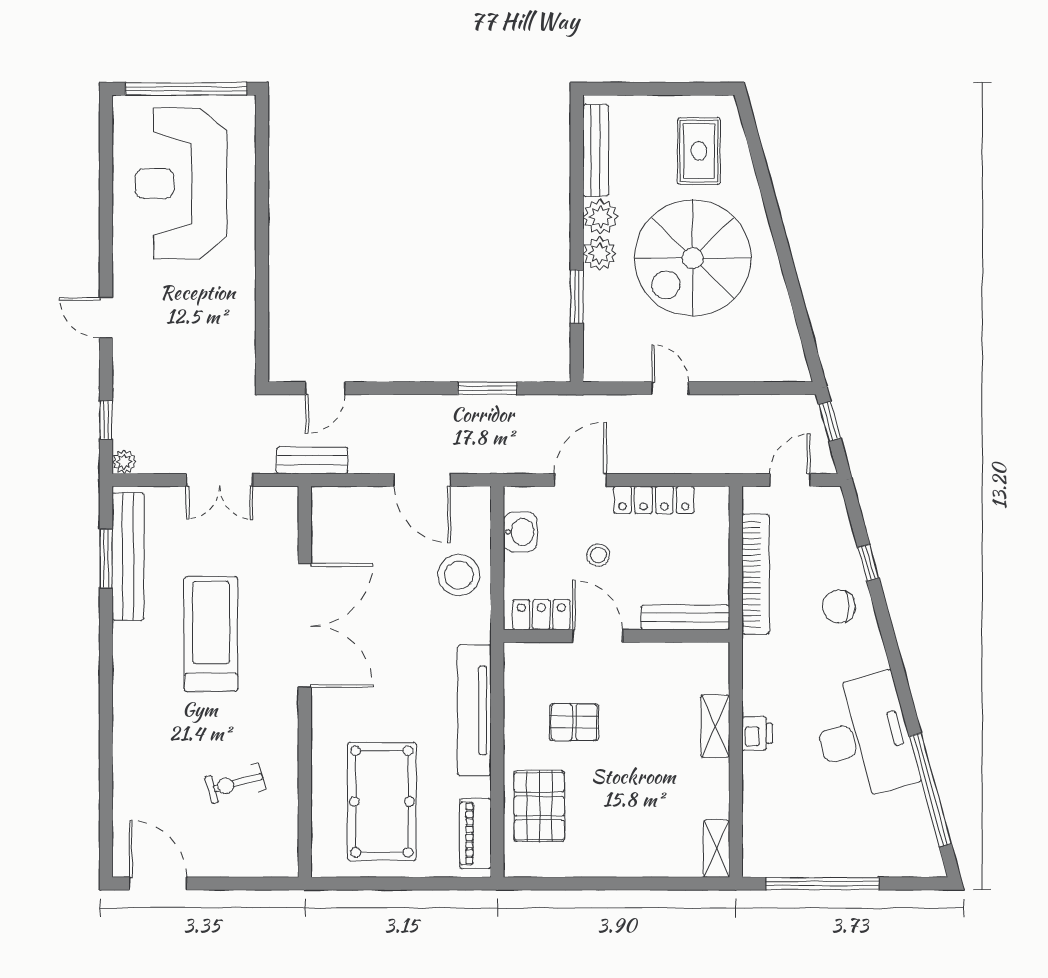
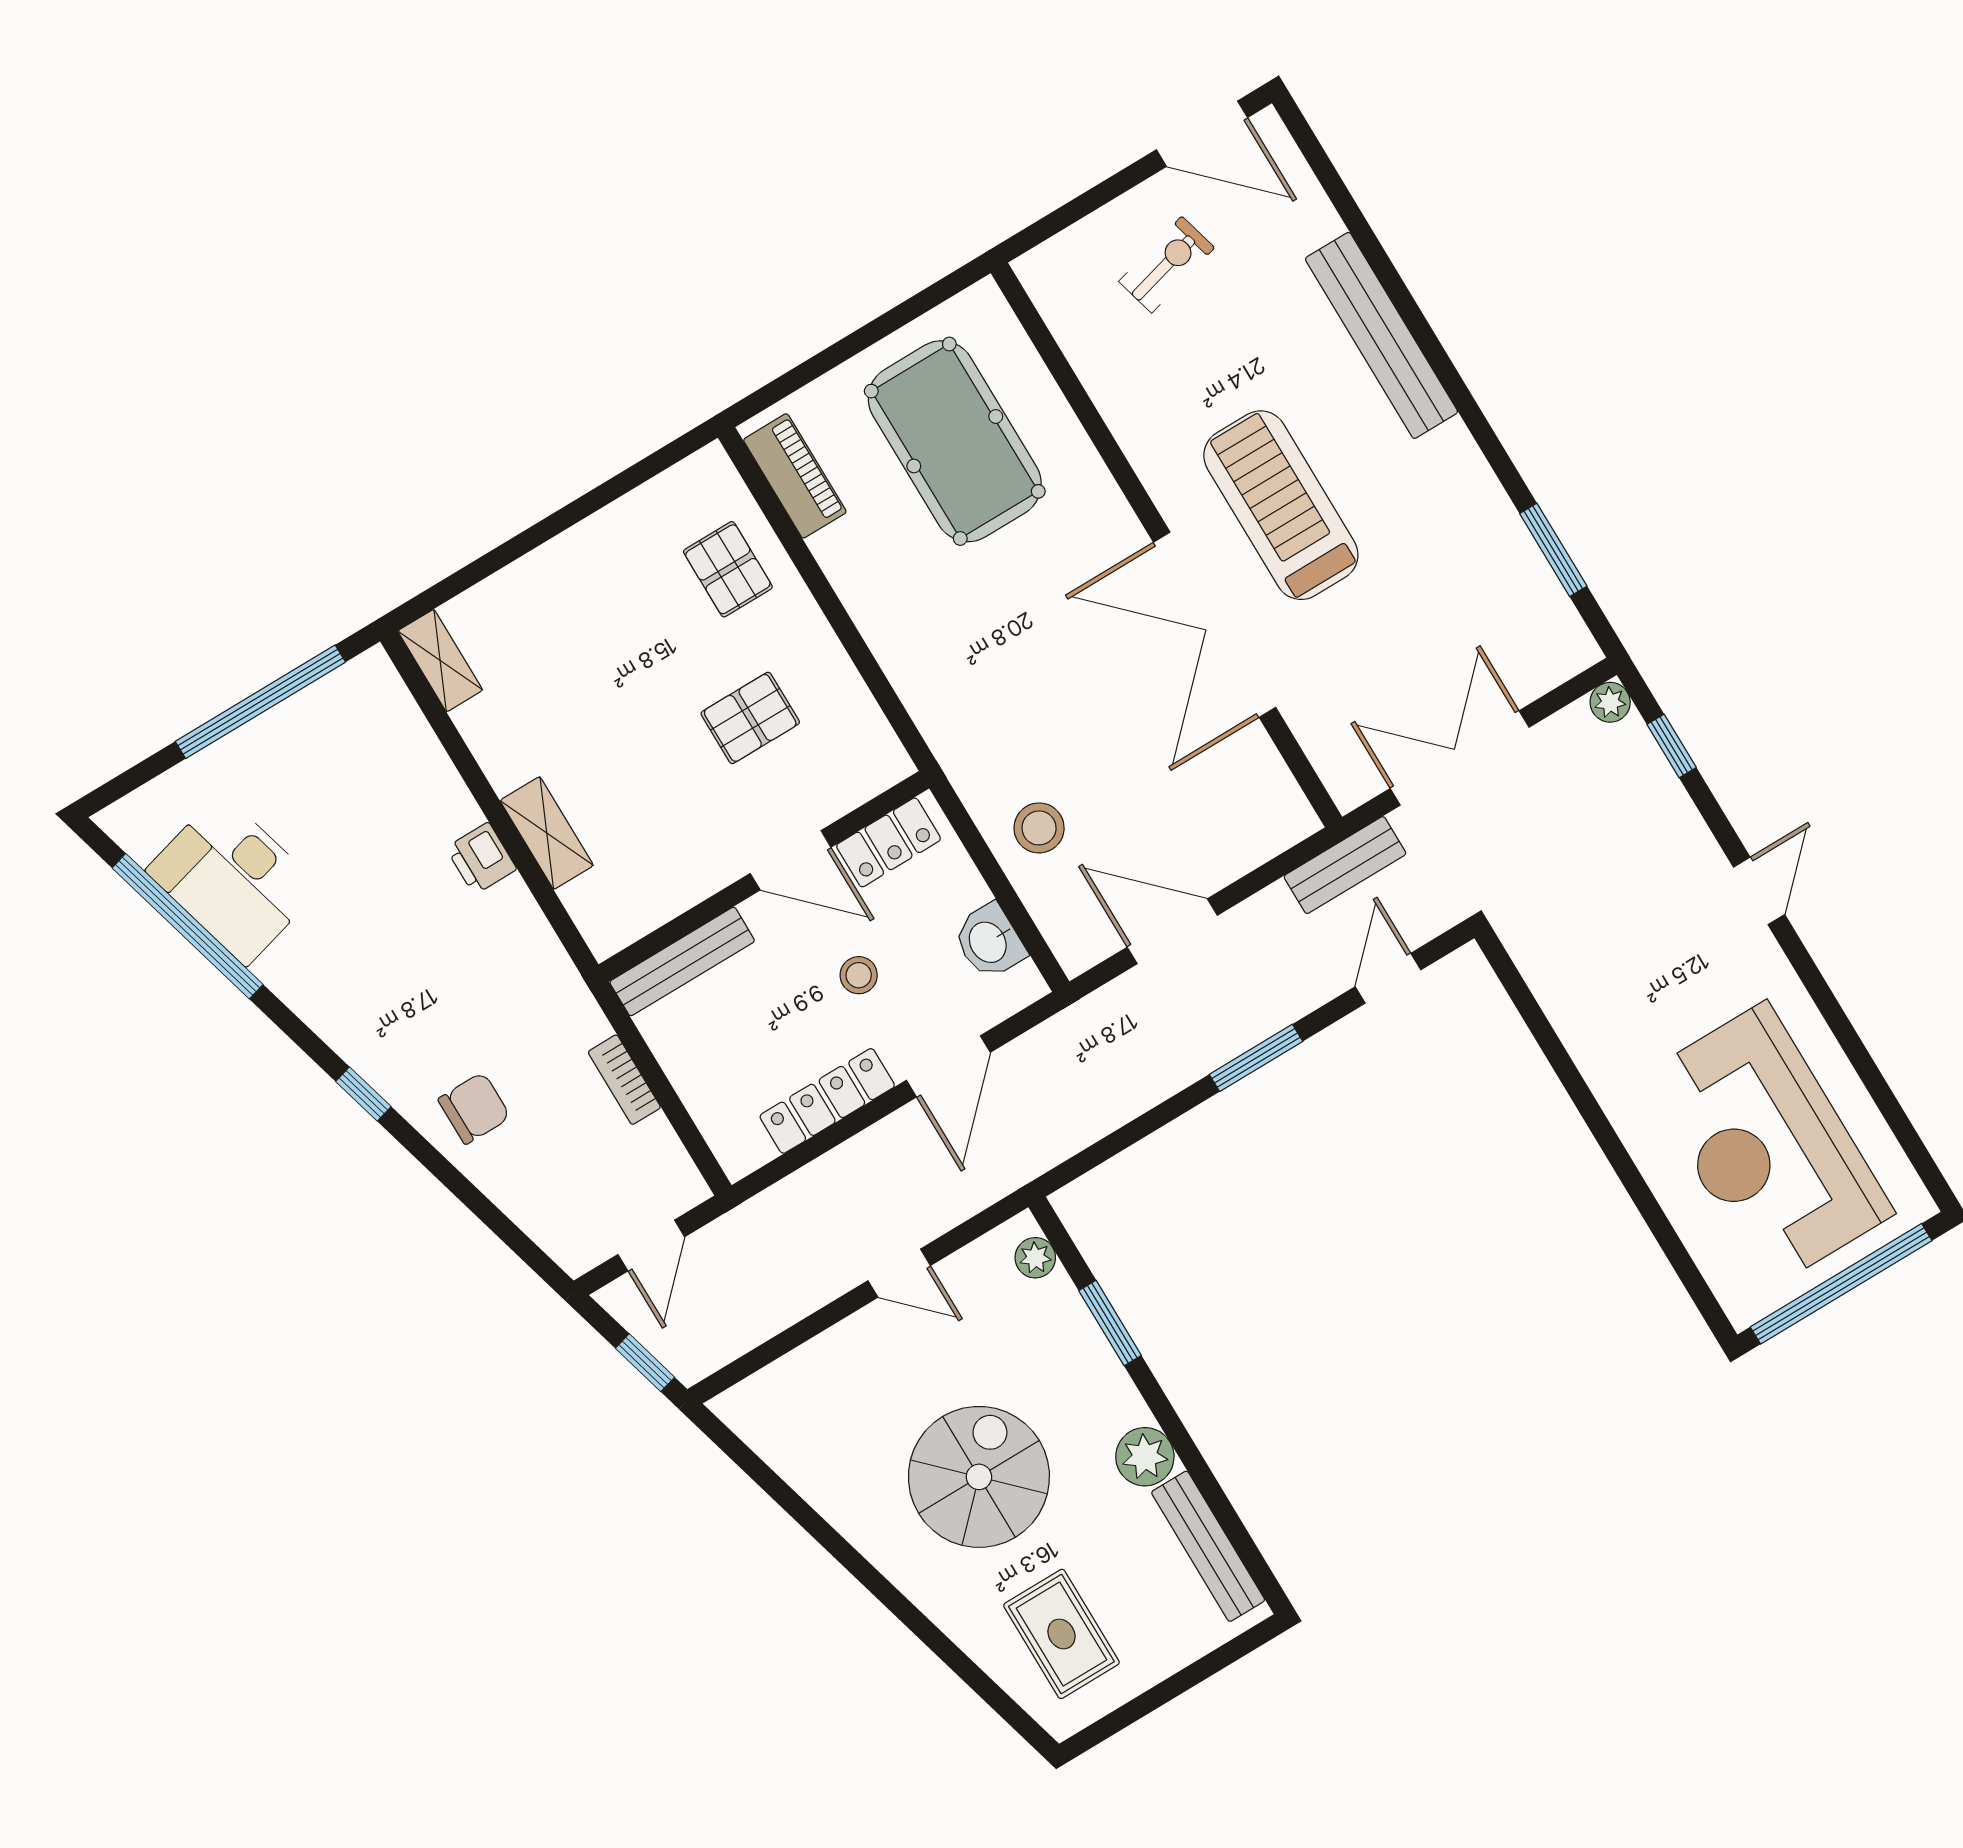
reception desk: (181, 184) -> (1767, 1145), turned 180
plant: (600, 254) -> (1035, 1258), moved, width x0.73, depth x0.73
spiral stairs: (693, 258) -> (979, 1477), width x0.73, depth x0.73
door: (106, 318) -> (1759, 891), hinge flipped
window: (487, 388) -> (1256, 1058), moved
double door: (219, 480) -> (1460, 758), width x1.37
bench: (128, 557) -> (1381, 335), moved
window: (868, 563) -> (363, 1094), moved
bookcase: (755, 574) -> (624, 1080), width x0.43, depth x0.76
stool: (459, 575) -> (1039, 828), width x0.73, depth x0.73
treadmill: (211, 634) -> (1281, 505), moved, turned 180
tv unit: (474, 710) -> (902, 650), removed
desk: (864, 737) -> (233, 879), moved, width x0.73, depth x0.77
exercise bike: (235, 783) -> (1167, 265), moved
pallet: (539, 806) -> (728, 569), width x0.67, depth x0.71

